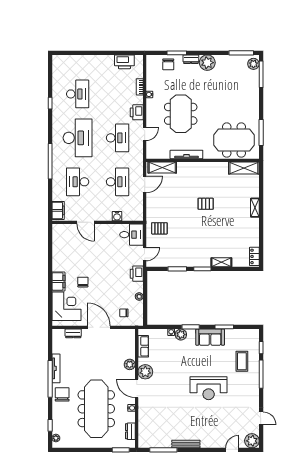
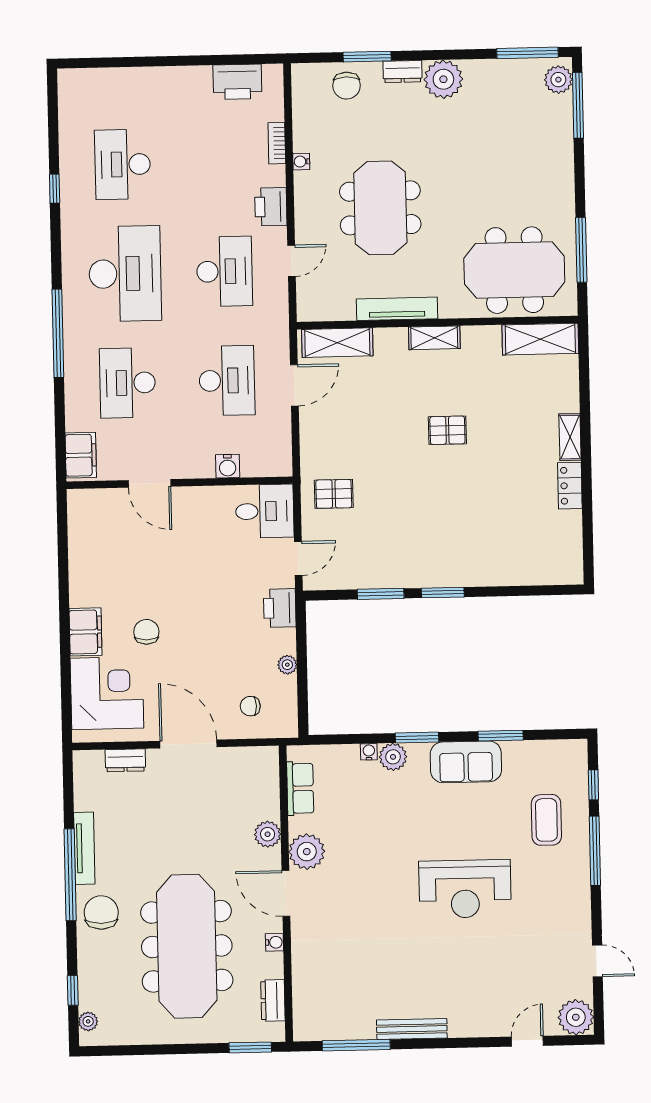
desk: (78, 94) -> (123, 164), turned 180
locker: (254, 256) -> (570, 486), moved
shelving: (221, 262) -> (434, 338), moved

